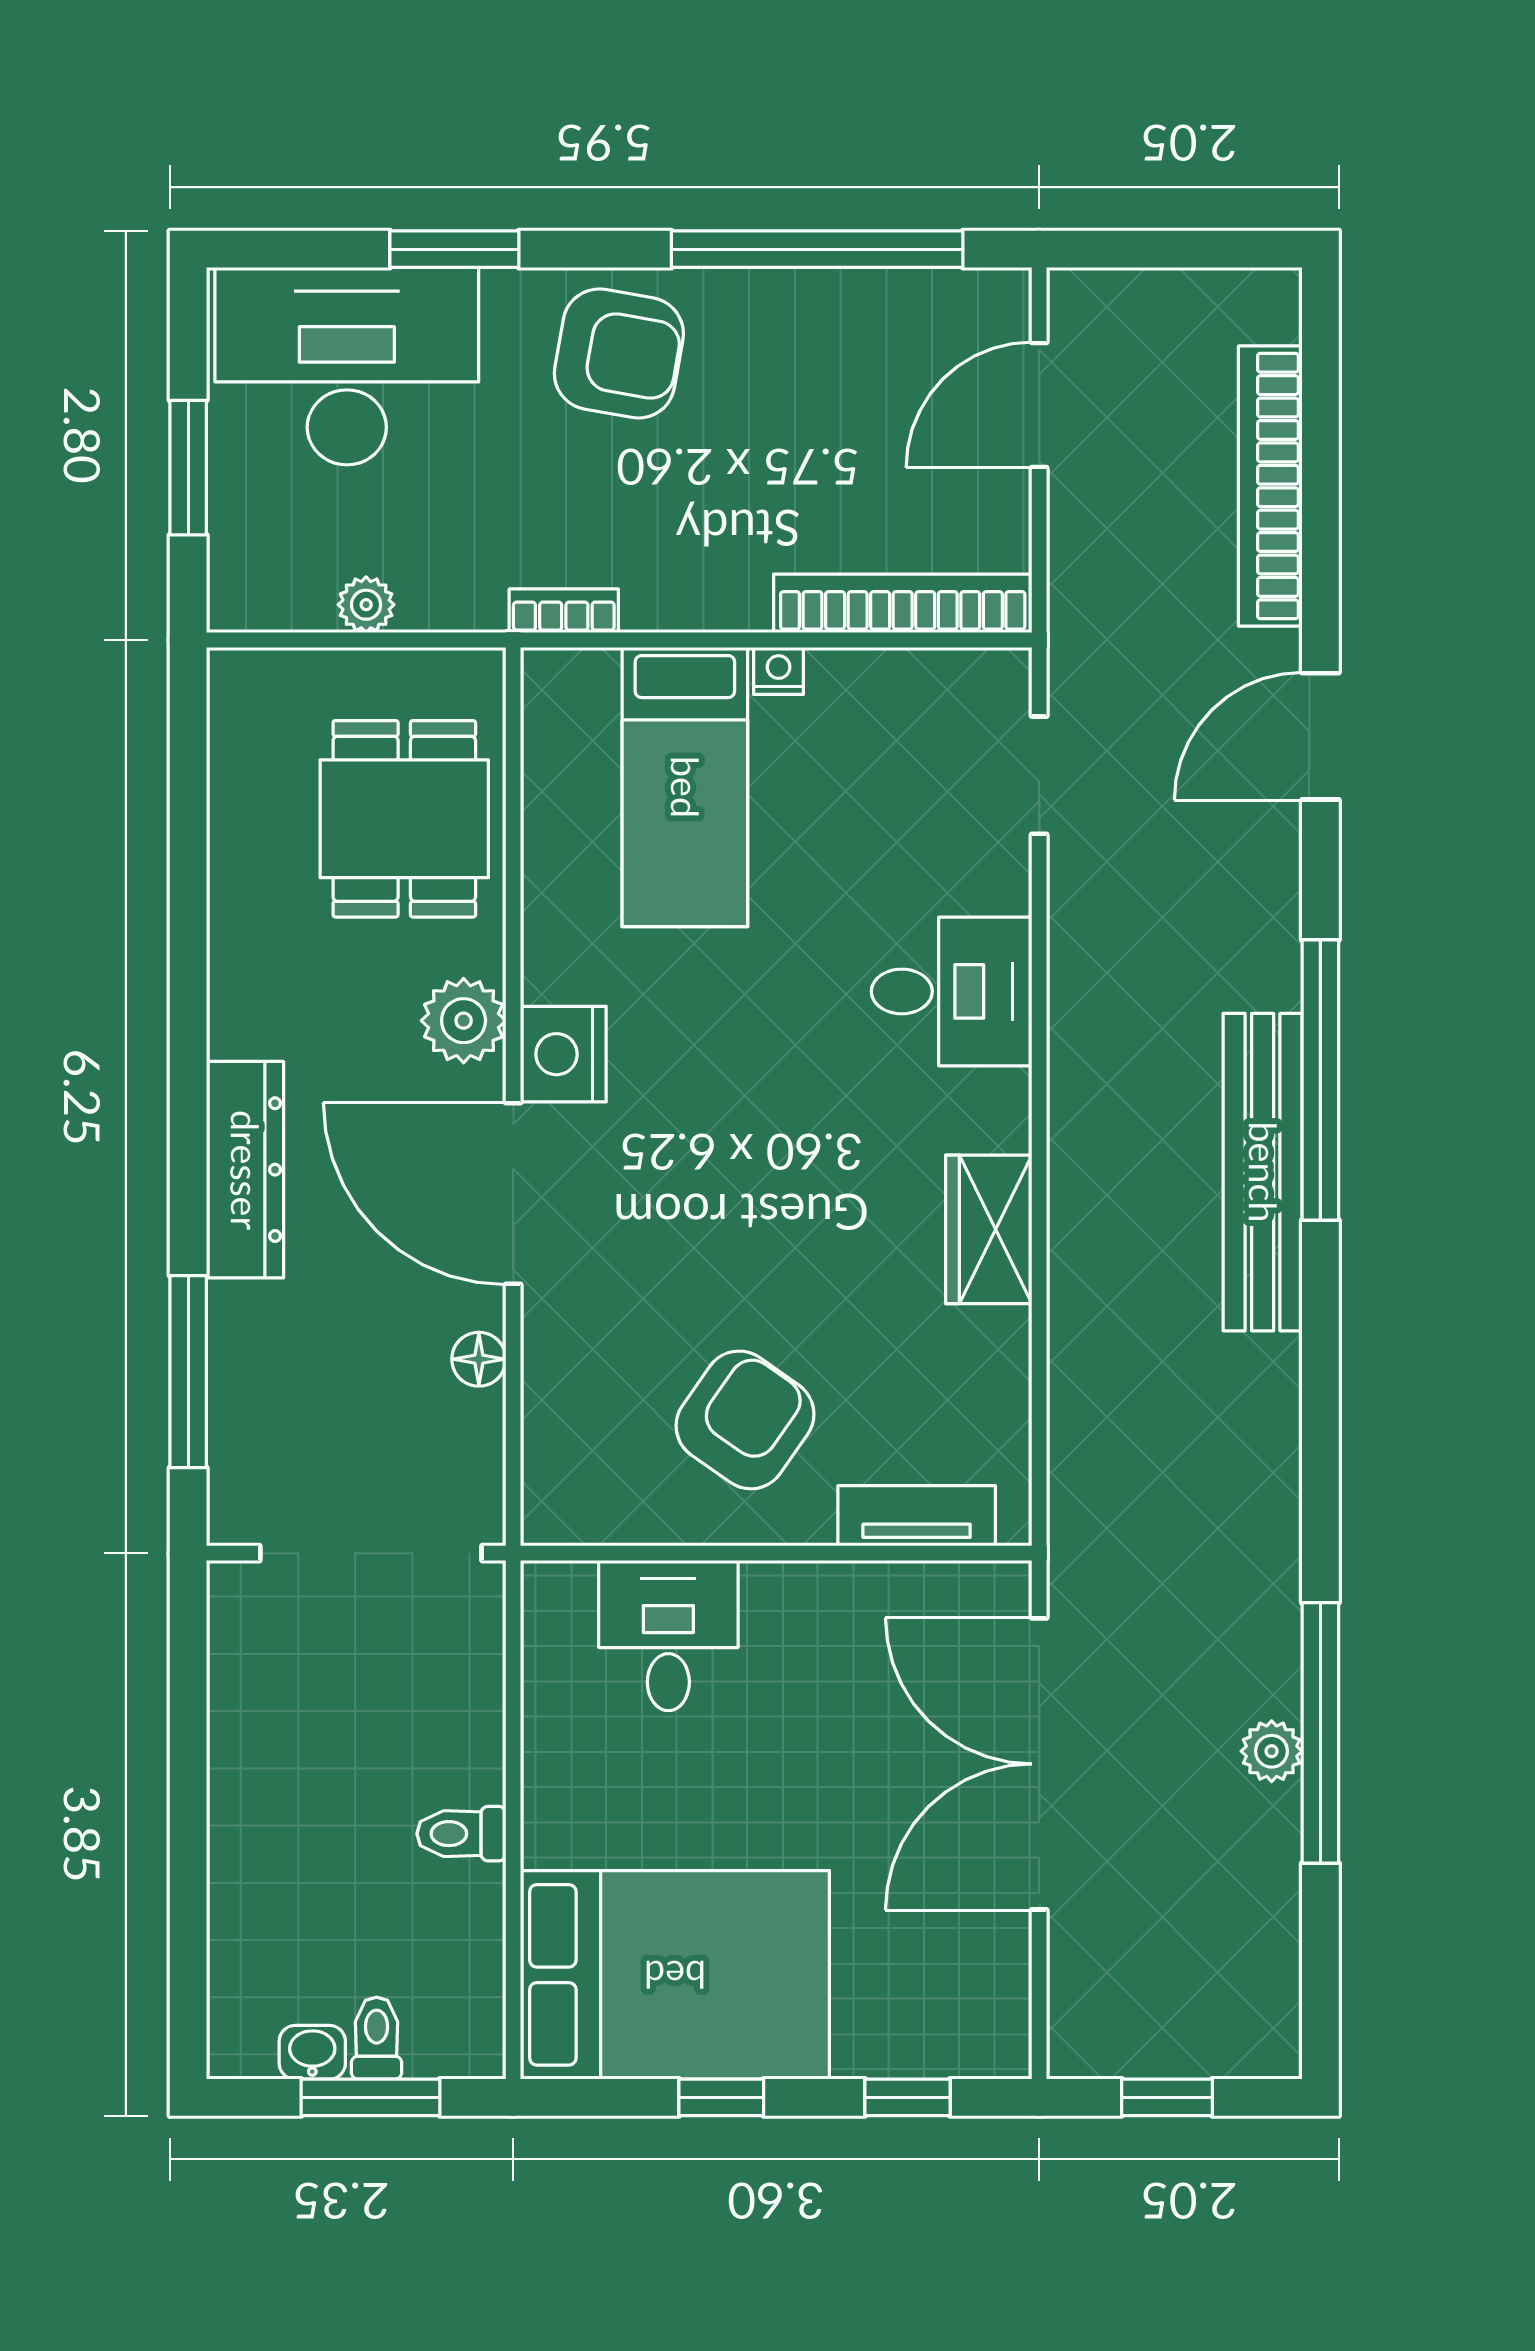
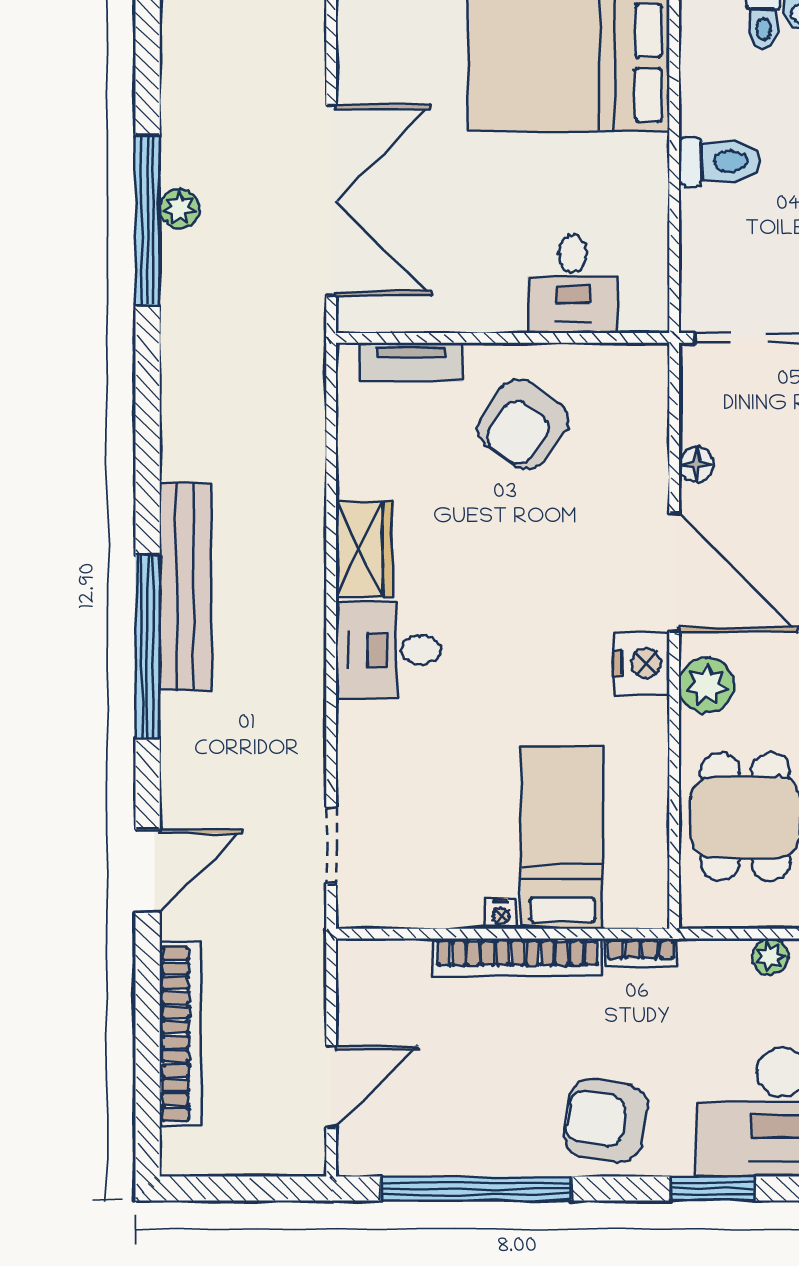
bookcase: (903, 603) -> (517, 957), moved
desk: (952, 991) -> (388, 650), moved
toilet: (461, 1834) -> (719, 162), width x1.37, depth x1.39

